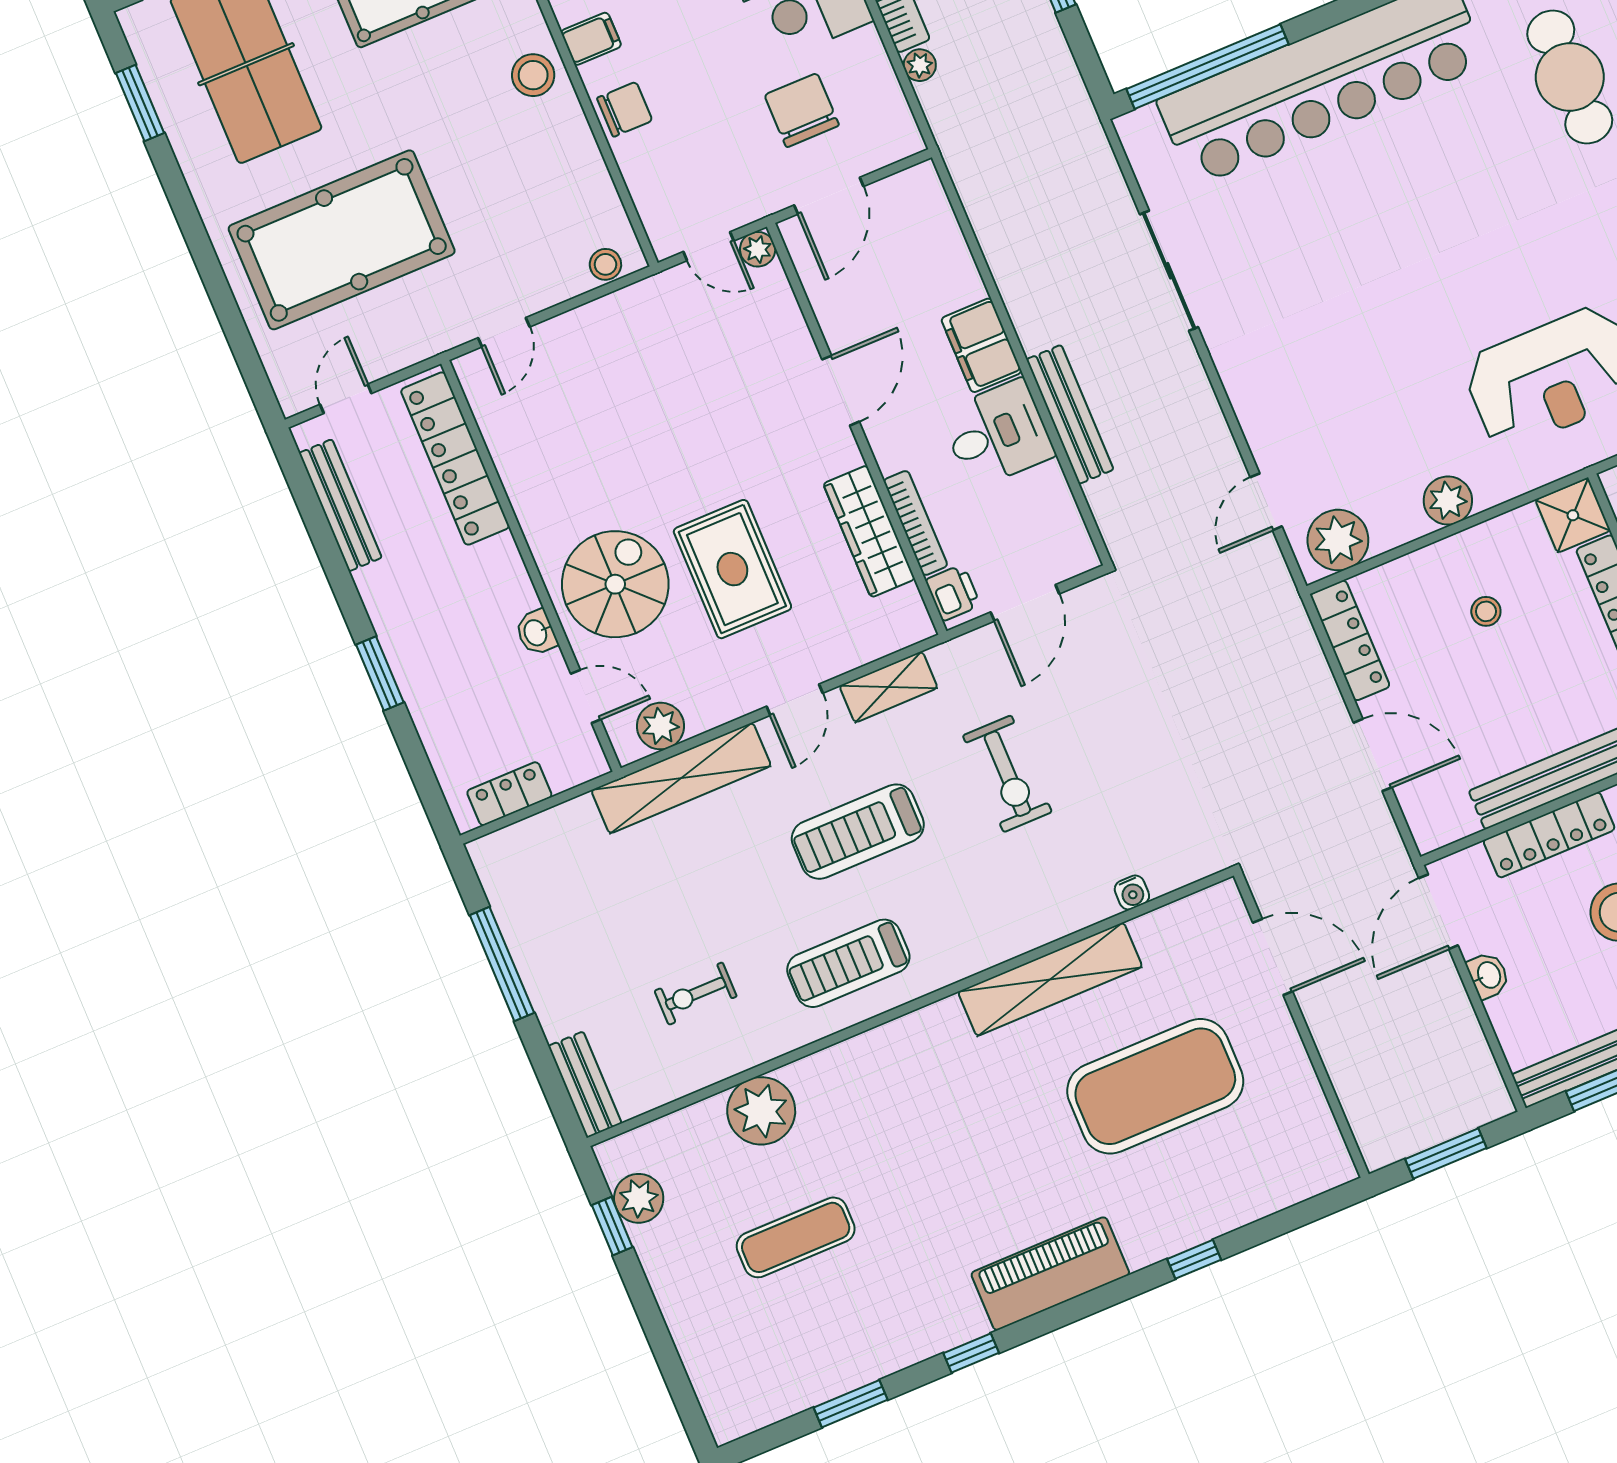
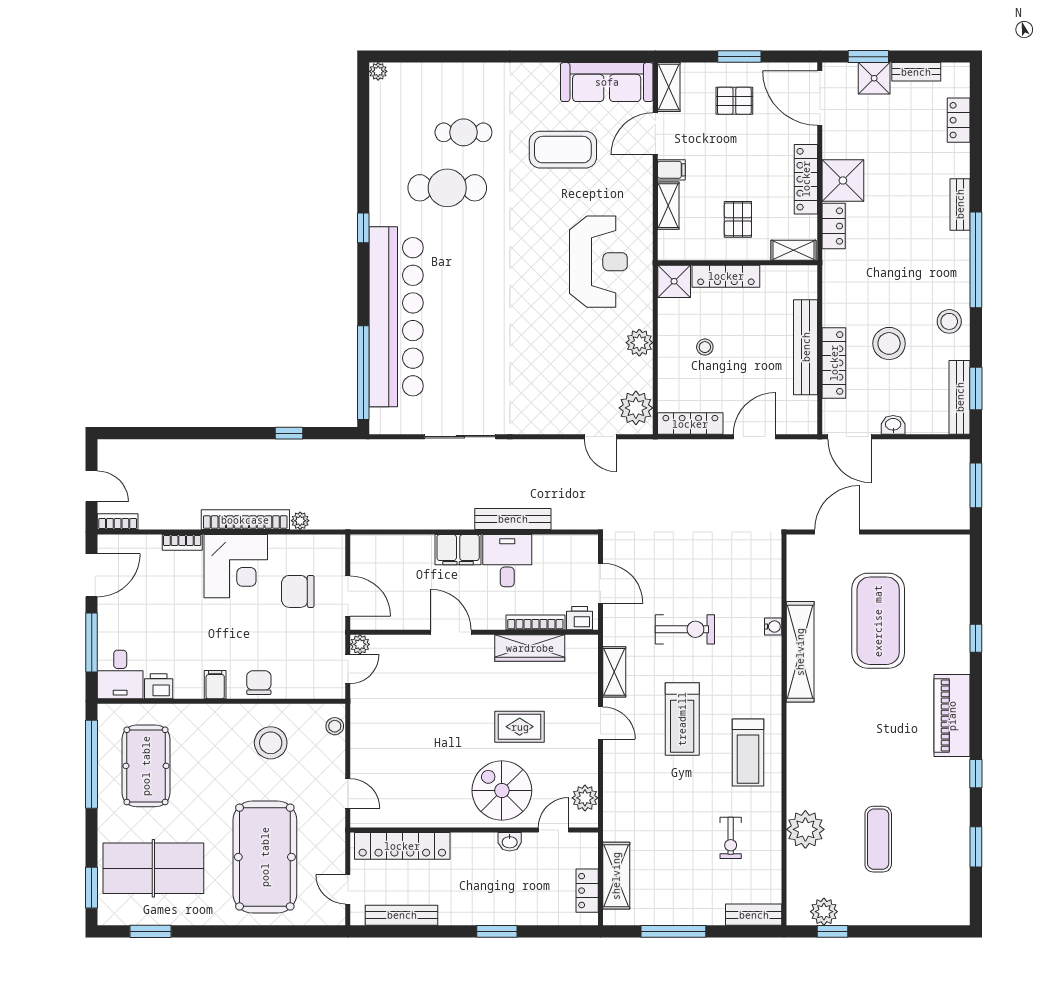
stool: (533, 75) -> (271, 743), moved, width x1.38, depth x1.38
rug: (732, 569) -> (520, 727), width x0.73, depth x0.70
shelving: (681, 778) -> (616, 876), moved, width x0.68
water cooler: (1132, 892) -> (773, 627), moved

